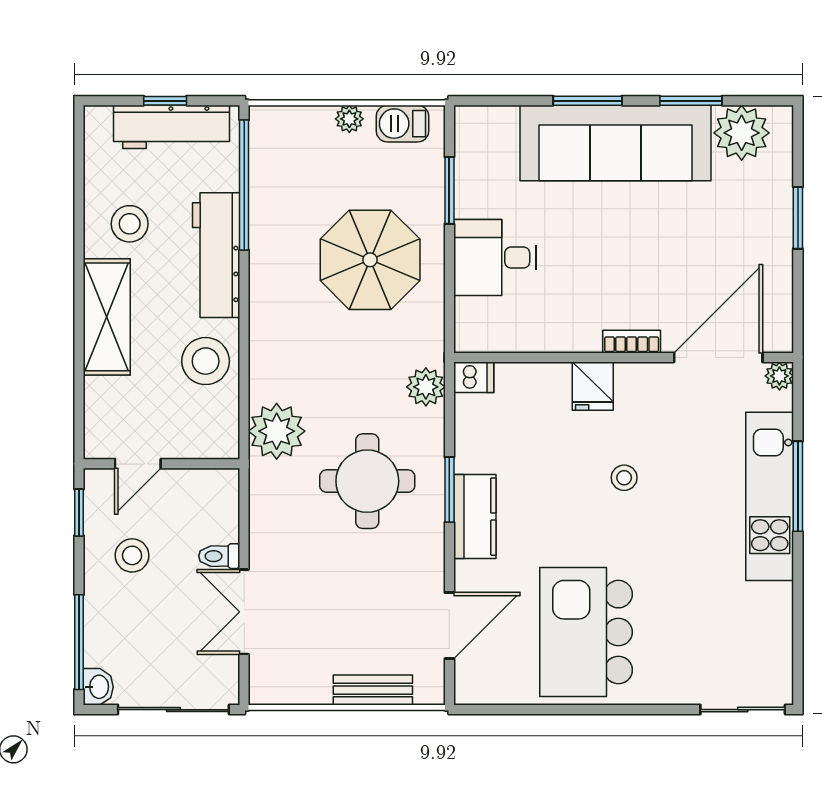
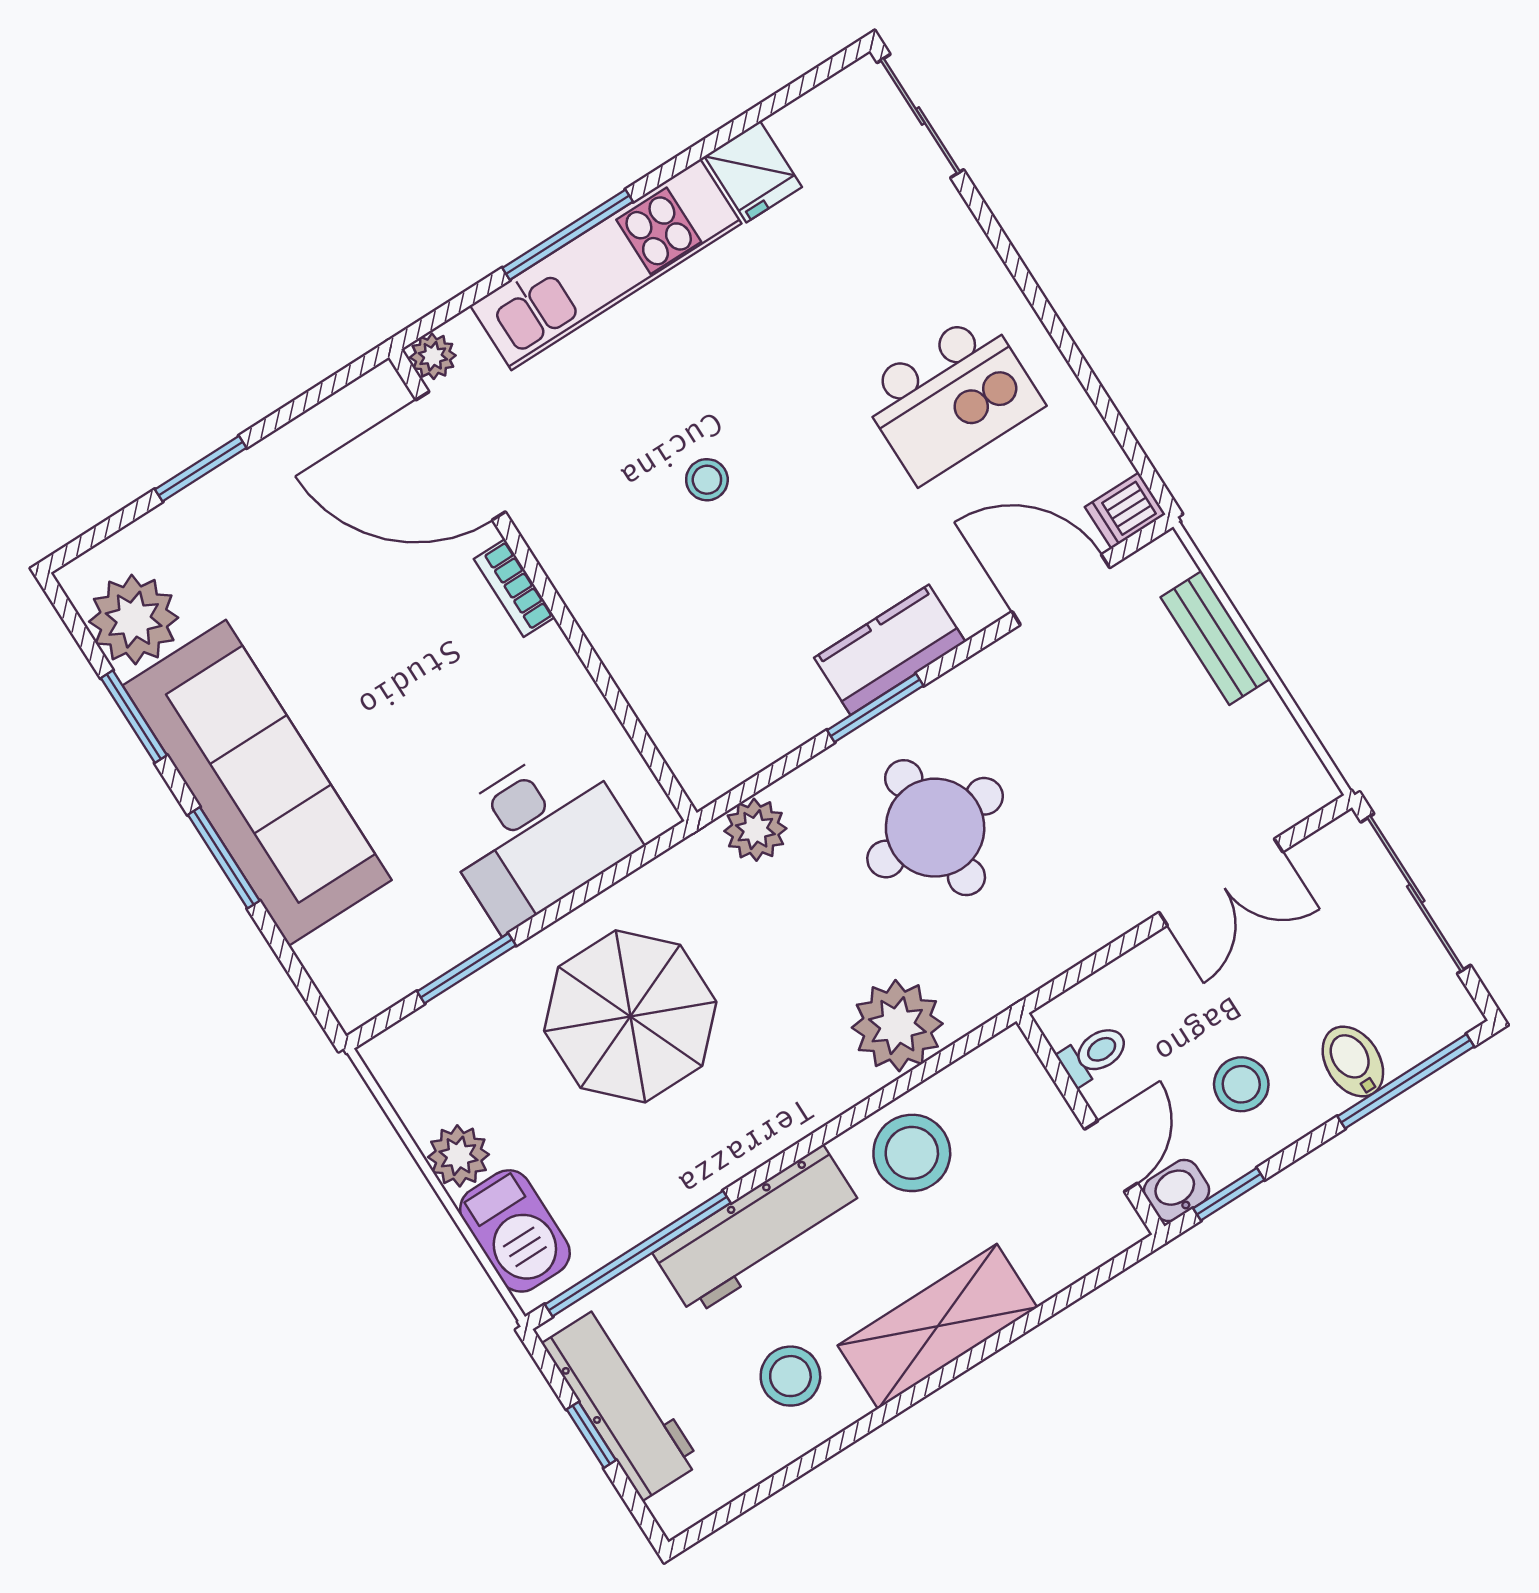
plant: (349, 119) -> (458, 1156), width x1.38, depth x1.38
barbecue: (402, 124) -> (515, 1231), moved, width x1.38, depth x1.27
desk: (495, 257) -> (538, 835), width x1.37
dishwasher: (474, 377) -> (1125, 511), moved, turned -90
fridge: (593, 386) -> (753, 172), moved, turned 90
plant: (277, 431) -> (897, 1026), moved
door: (138, 464) -> (1111, 1156), hinge flipped
toilet: (219, 556) -> (1094, 1054), moved, turned -90
bidet: (107, 621) -> (1353, 1062), added
kitchen island: (586, 632) -> (951, 397), width x0.73, depth x0.78
washbasin: (98, 687) -> (1177, 1190), moved

